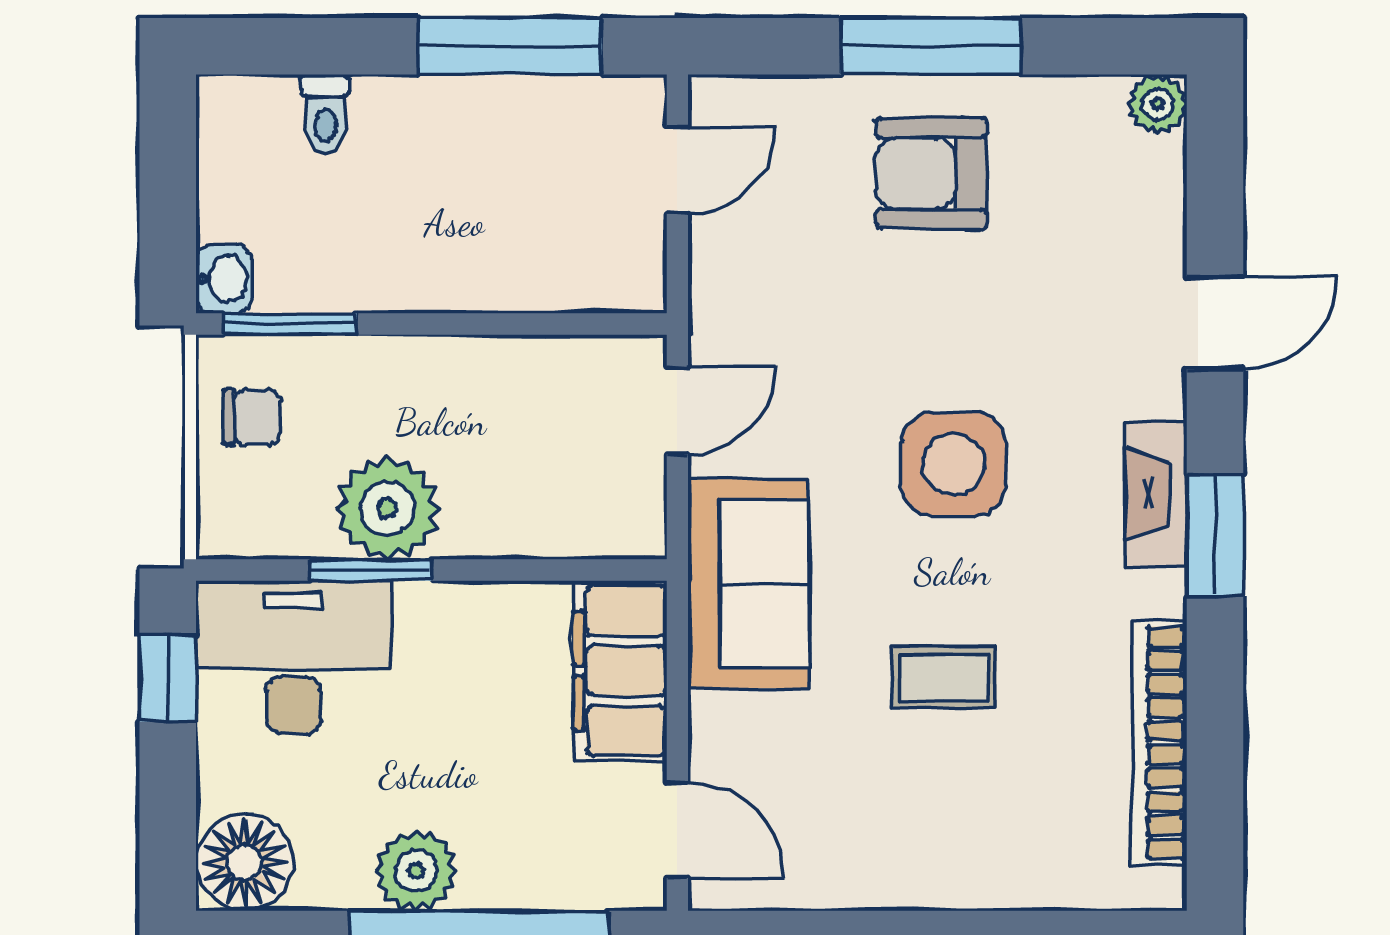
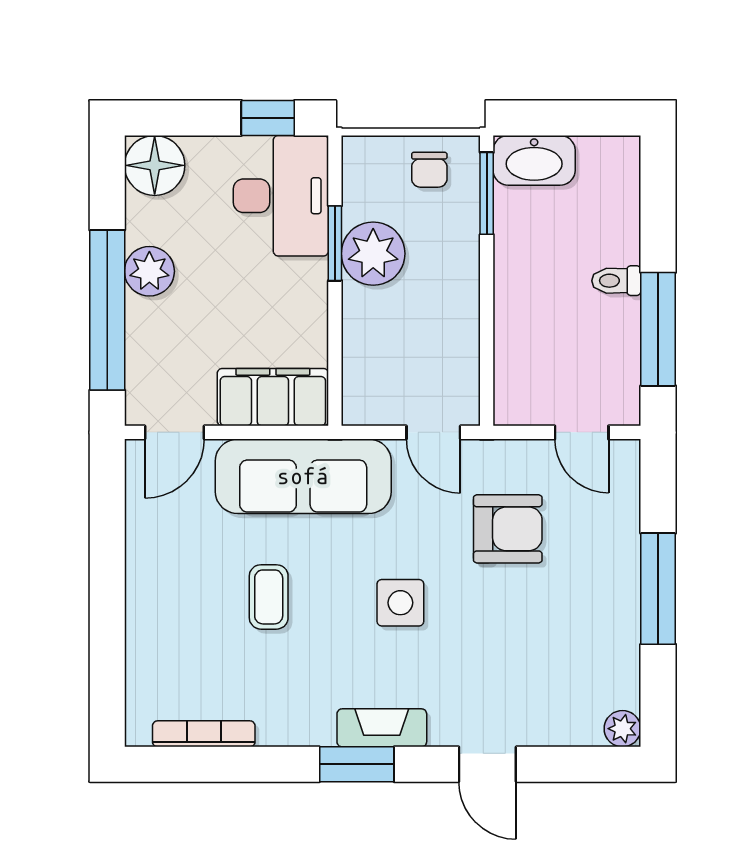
toilet: (325, 114) -> (616, 281), moved
armchair: (932, 173) -> (508, 529), moved, turned 90
washbasin: (224, 279) -> (534, 160), width x1.91, depth x1.45
side table: (953, 464) -> (400, 603), width x0.73, depth x0.73
sofa: (748, 584) -> (303, 476), width x1.36
bookcase: (1159, 743) -> (204, 734), width x0.68, depth x0.76

